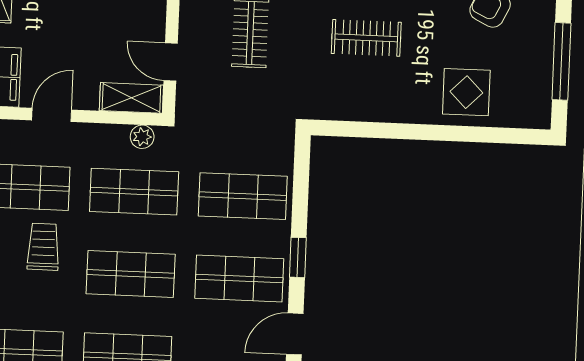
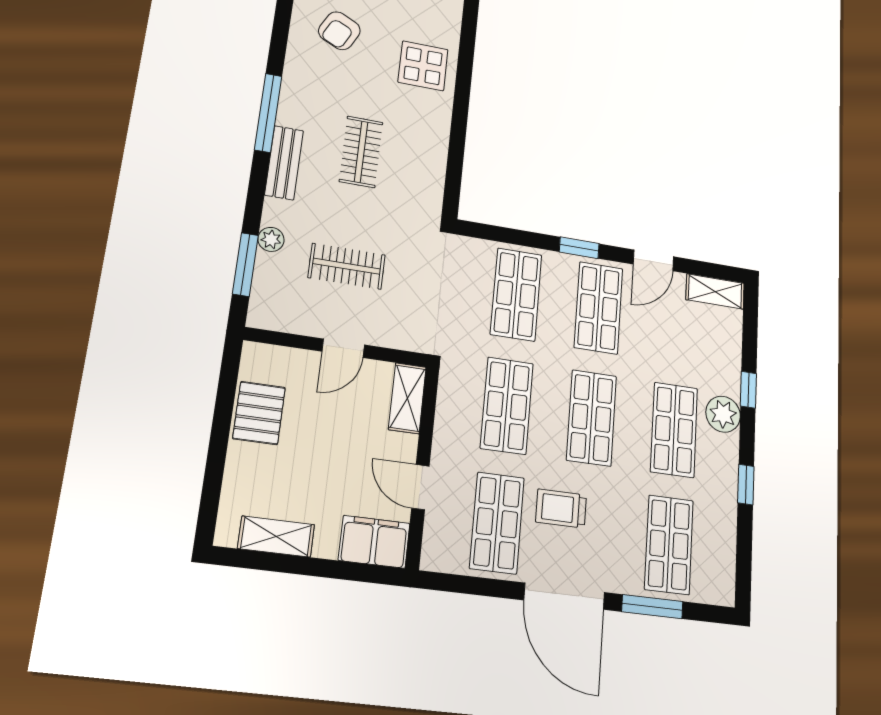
door: (171, 62) -> (343, 348), moved
plant: (142, 137) -> (450, 391), removed
door: (295, 334) -> (653, 260), hinge flipped

